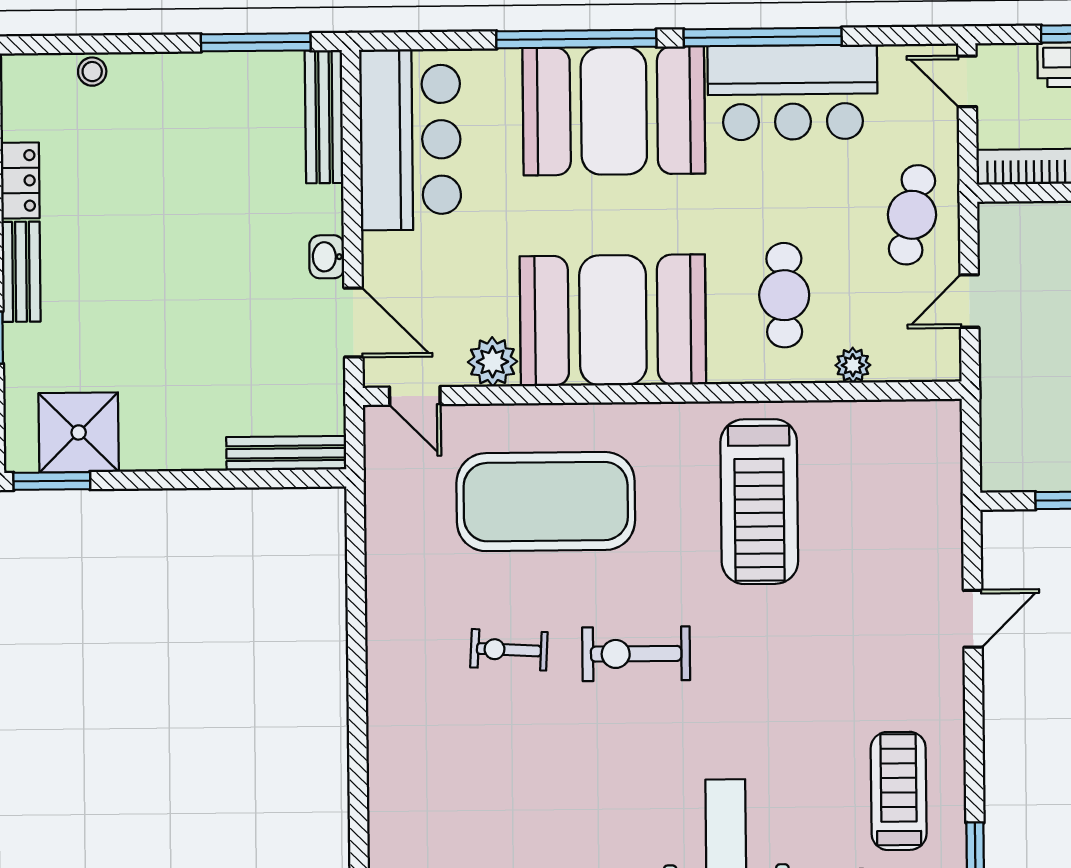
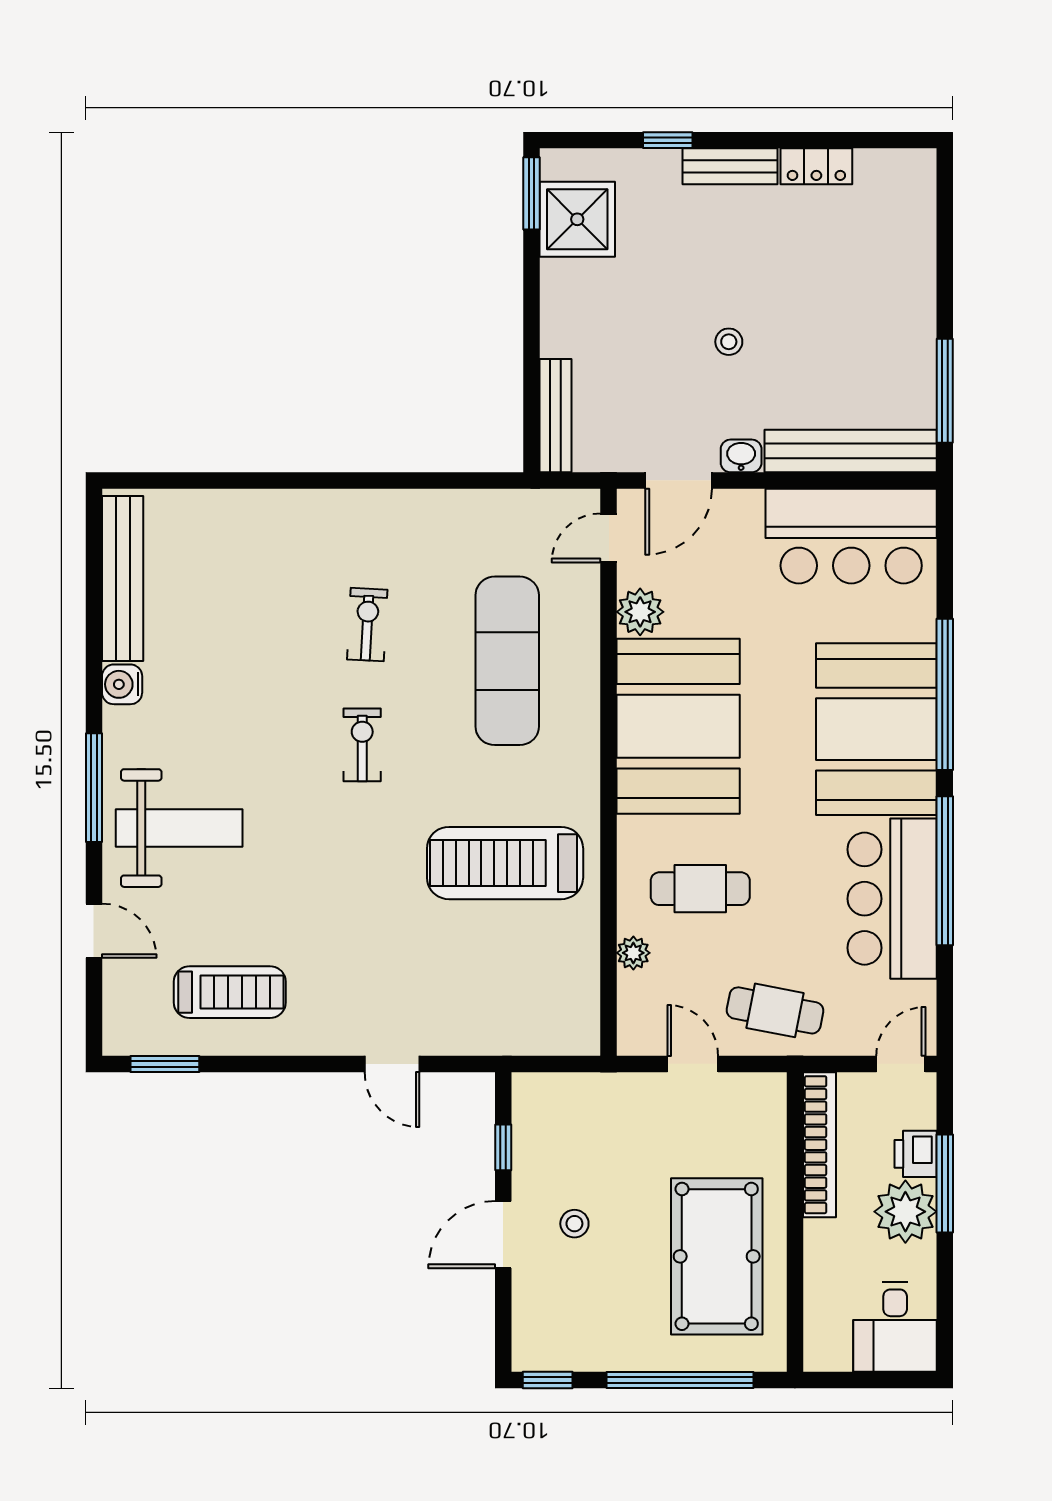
stool: (92, 72) -> (729, 342), moved
bench: (324, 117) -> (851, 451), width x1.37, depth x1.21
exercise mat: (546, 502) -> (507, 661), width x0.68
exercise bike: (636, 654) -> (362, 745), width x0.73, depth x0.72

